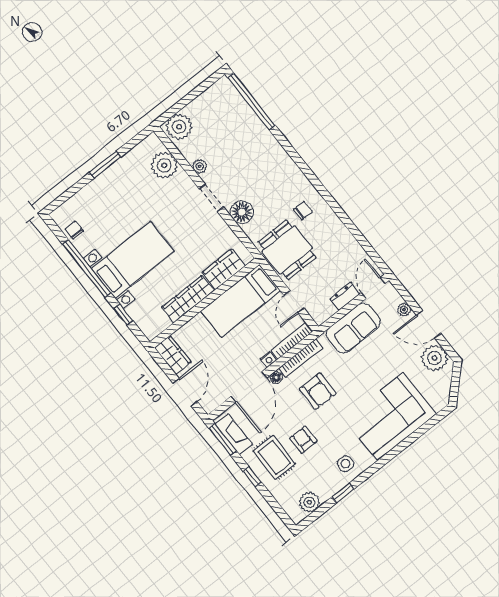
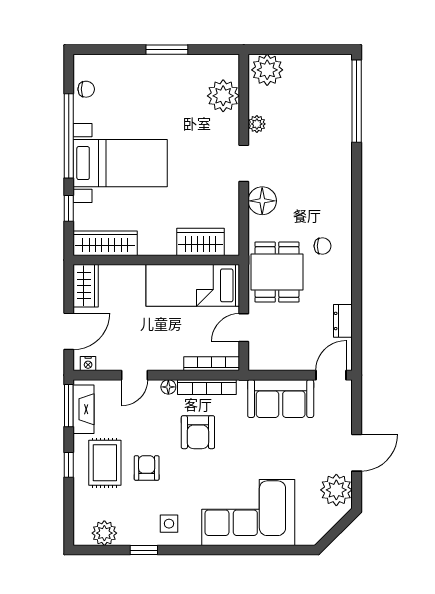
chair: (74, 230) -> (86, 89), turned 90
dresser: (345, 296) -> (343, 321), moved, turned -90
wardrobe: (188, 299) -> (105, 243), moved
plant: (404, 310) -> (344, 420), removed
door: (429, 324) -> (357, 453), swing flipped
nightstand: (268, 359) -> (88, 364), moved
door: (249, 387) -> (135, 375), width x0.53

